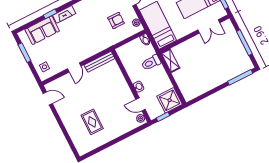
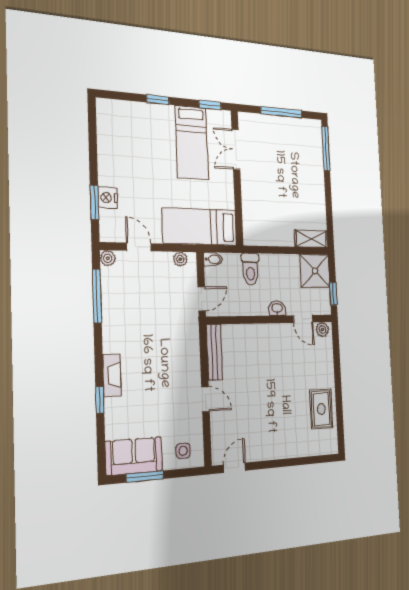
armchair: (116, 21) -> (162, 291), removed
double door: (209, 26) -> (236, 149), swing flipped
sofa: (42, 30) -> (134, 456), moved, turned -90
door: (123, 43) -> (202, 299), added
shelving: (170, 61) -> (311, 239), moved
door: (141, 104) -> (303, 319), hinge flipped
rug: (92, 122) -> (321, 409), moved, turned 90

